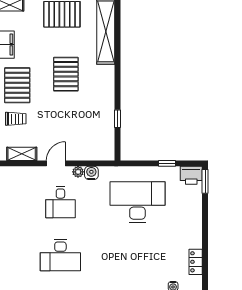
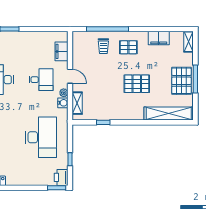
pallet: (17, 85) -> (128, 47), width x0.67, depth x0.71
shelving: (22, 154) -> (77, 103), moved
filing cabinet: (23, 175) -> (62, 51), added
desk: (60, 202) -> (41, 80), turned 180

